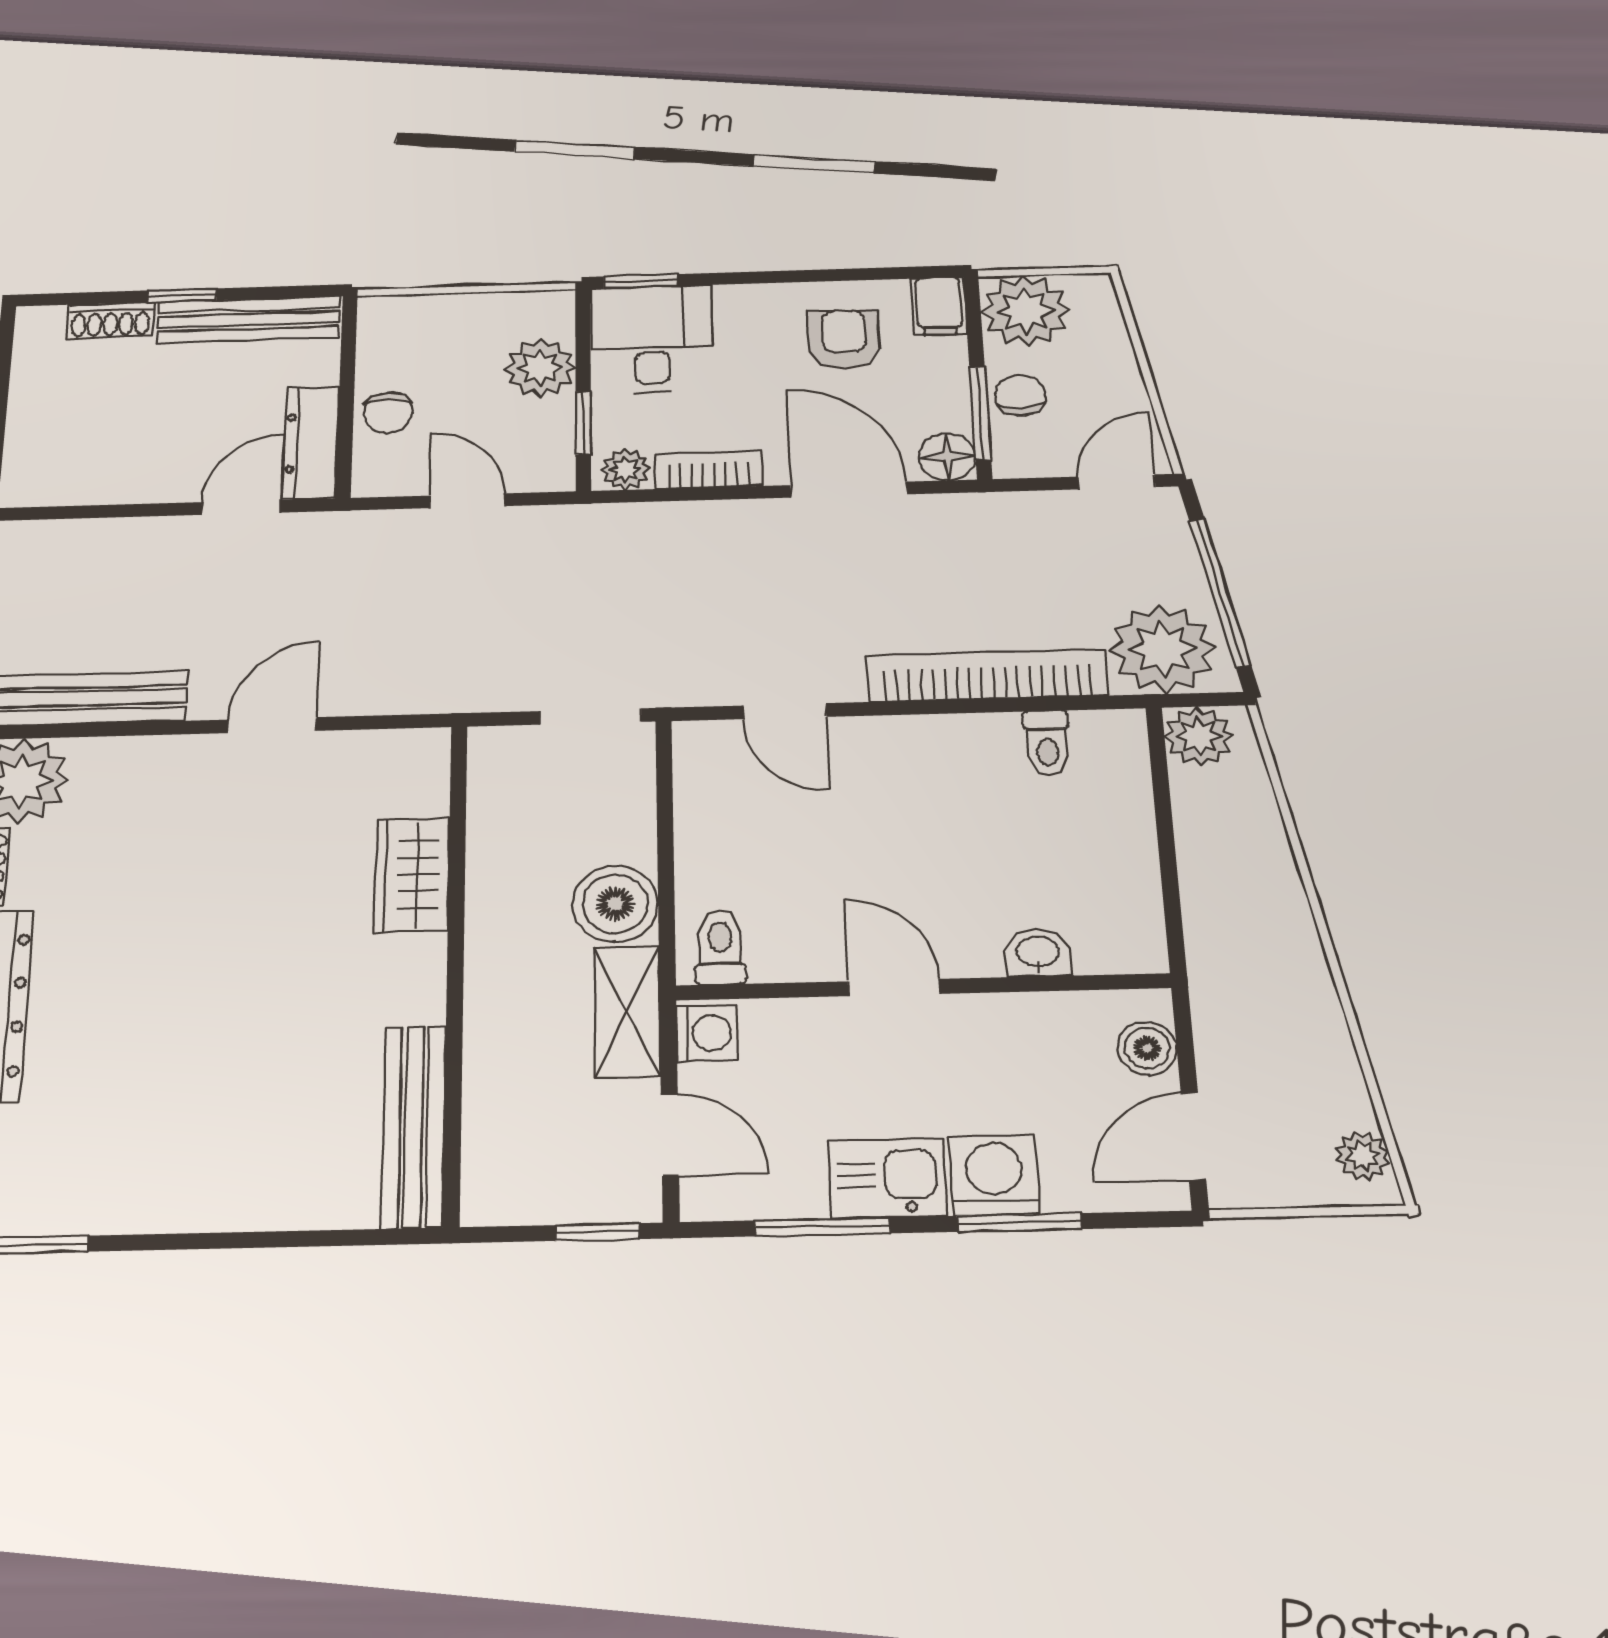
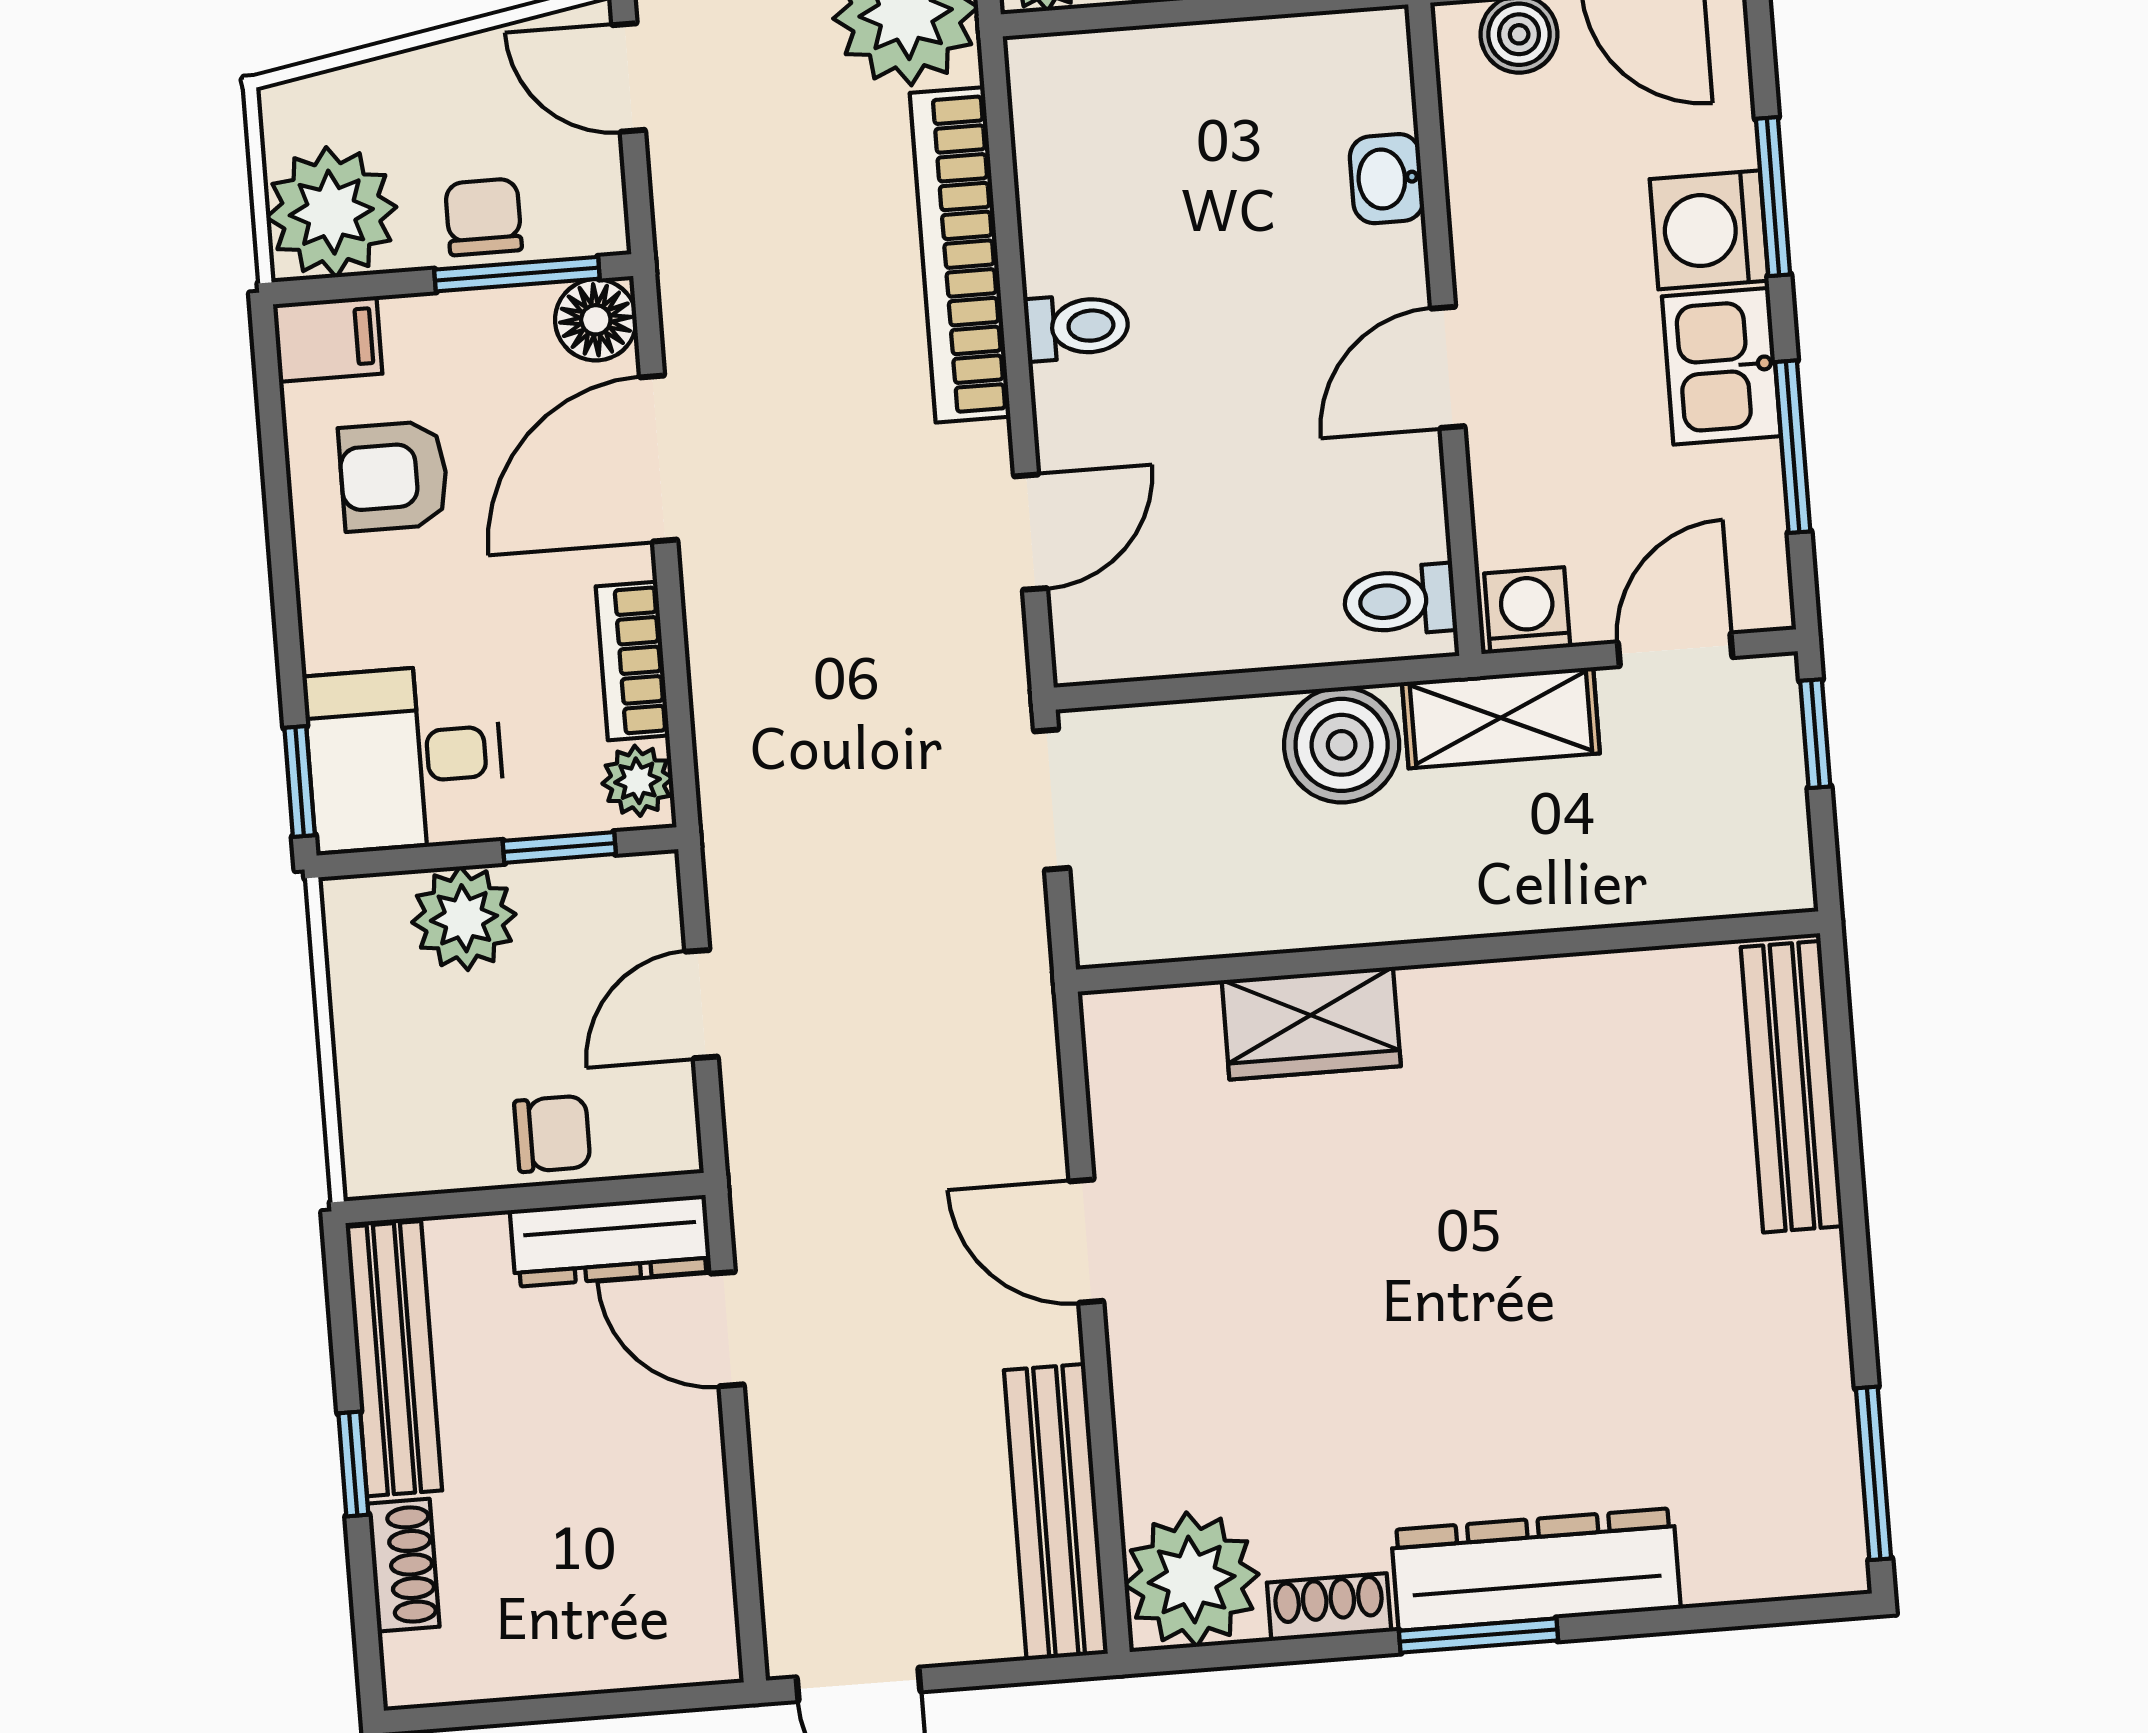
chair: (1020, 395) -> (483, 217), turned 90
toilet: (1047, 743) -> (1077, 327), moved
bench: (414, 1126) -> (1792, 1087), moved, turned 90

